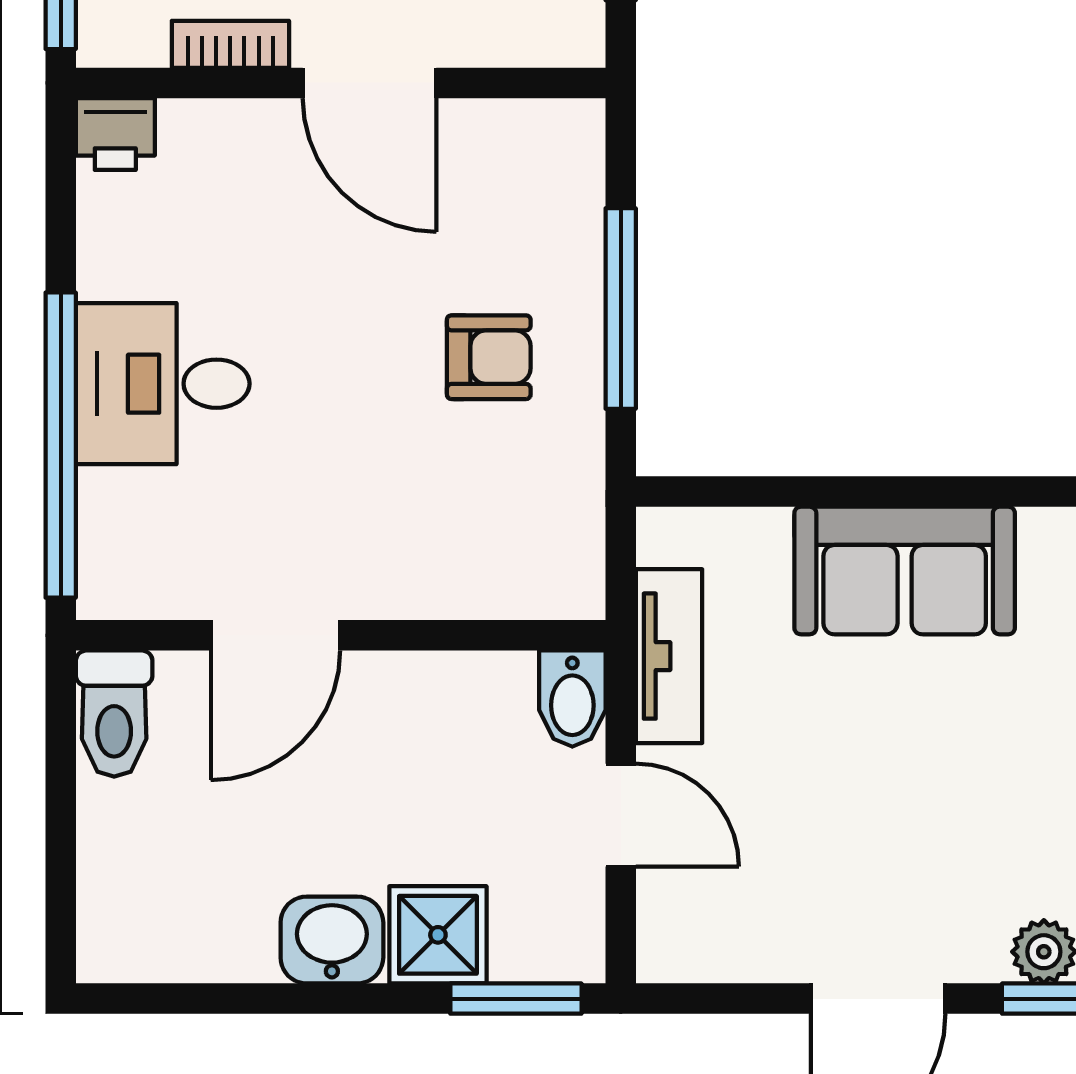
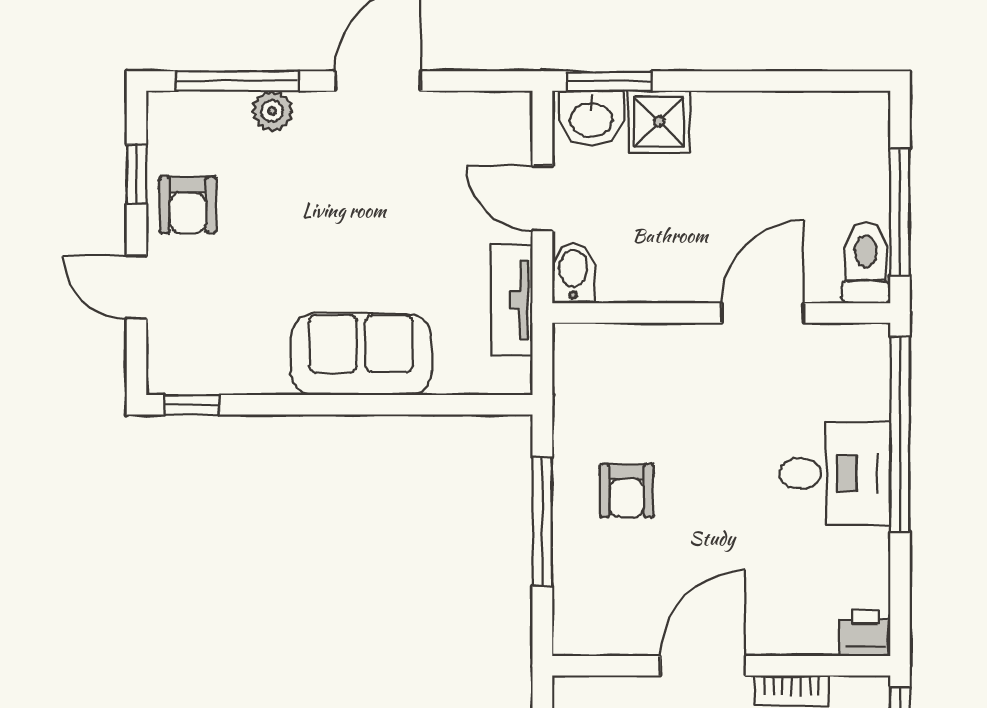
door: (370, 83) -> (703, 666), hinge flipped
armchair: (489, 357) -> (627, 491), turned -90
window: (61, 793) -> (900, 212), added
washbasin: (332, 940) -> (591, 118), moved

